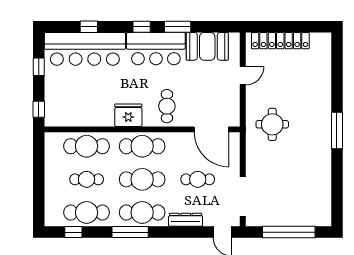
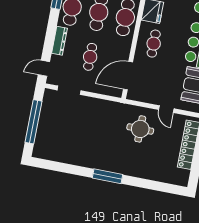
cafe table: (167, 106) -> (154, 44), turned 90
round table: (272, 124) -> (140, 129), moved
doorway: (243, 197) -> (69, 90), width x0.73

